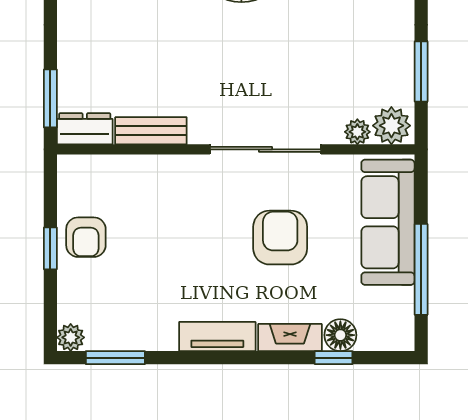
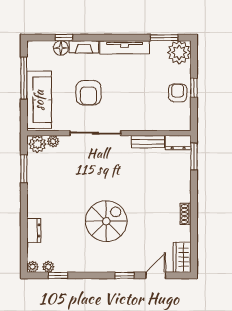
plant: (71, 337) -> (179, 52), width x1.88, depth x1.88
tv unit: (217, 337) -> (125, 47), width x1.41

